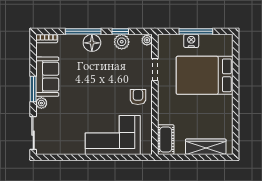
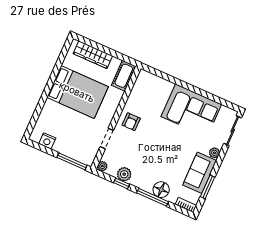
window: (196, 31) -> (72, 161), moved
nightstand: (191, 41) -> (47, 141), moved
floor lamp: (92, 43) -> (161, 190), moved
bed: (205, 75) -> (77, 92), moved
window: (33, 89) -> (208, 187), moved
corner sofa: (113, 135) -> (191, 110), moved

